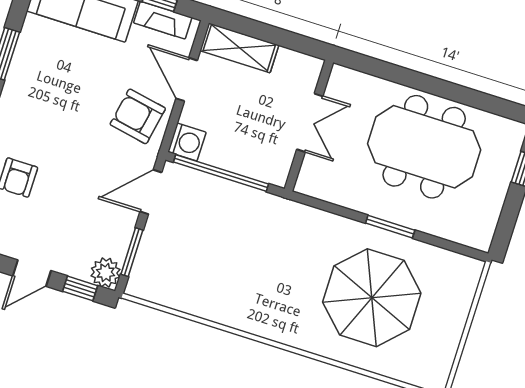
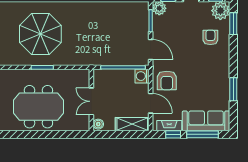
boiler: (310, 70) -> (98, 124), added
armchair: (138, 116) -> (167, 80), turned 79
door: (151, 192) -> (151, 49), hinge flipped

